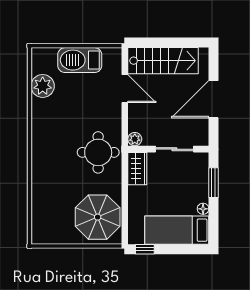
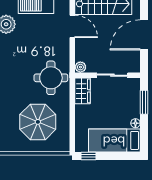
parasol: (98, 217) -> (38, 122), moved

